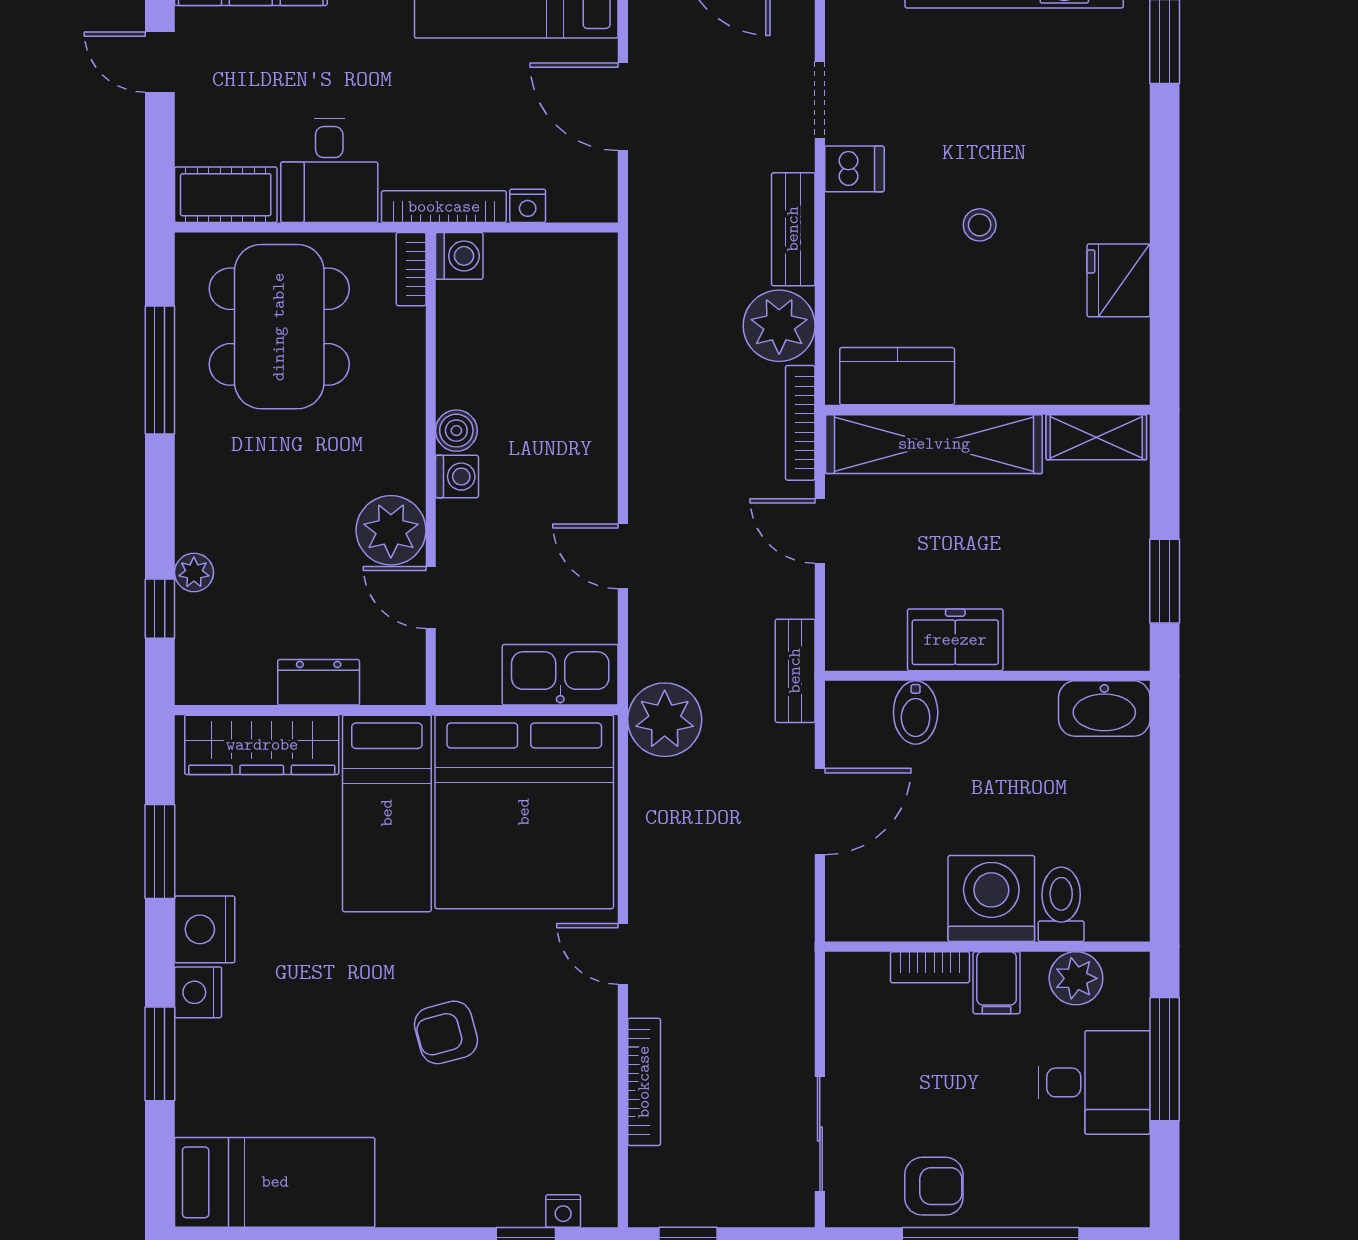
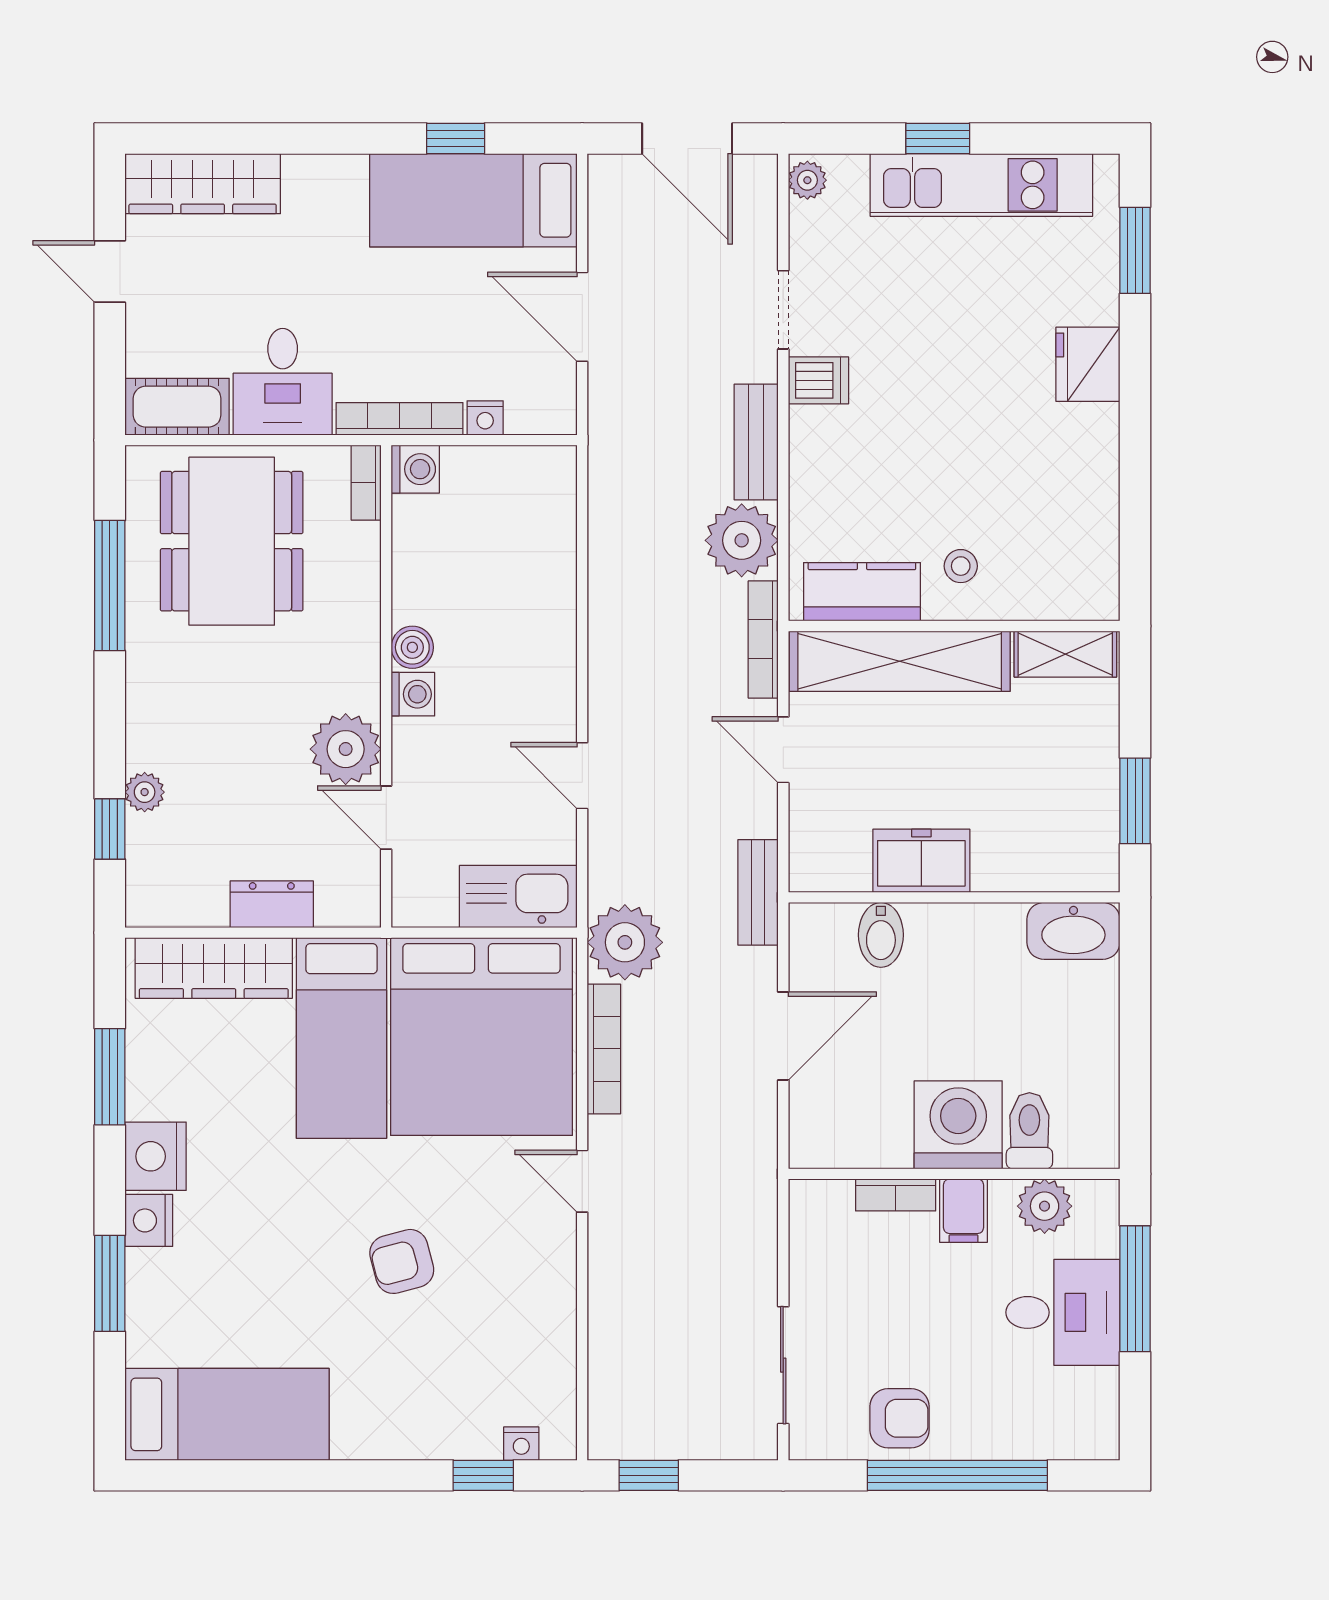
stool: (980, 225) -> (961, 566), moved
fridge: (1119, 280) -> (1088, 364), moved
bookcase: (644, 1082) -> (604, 1049), moved

